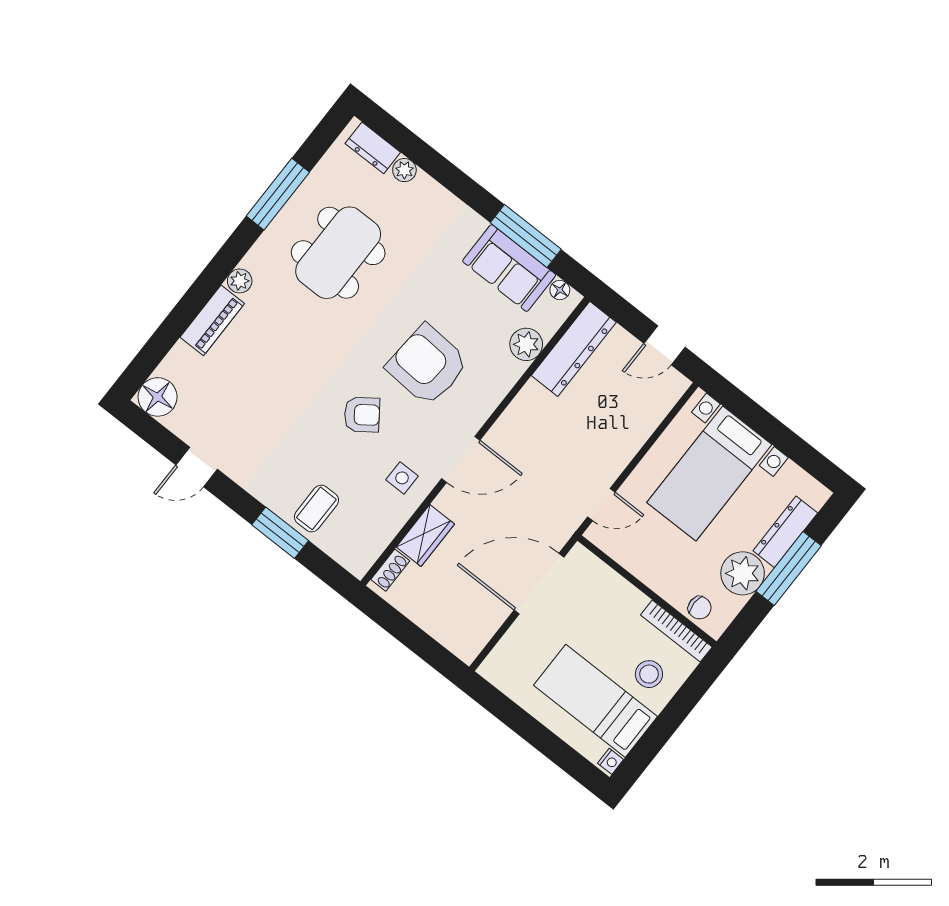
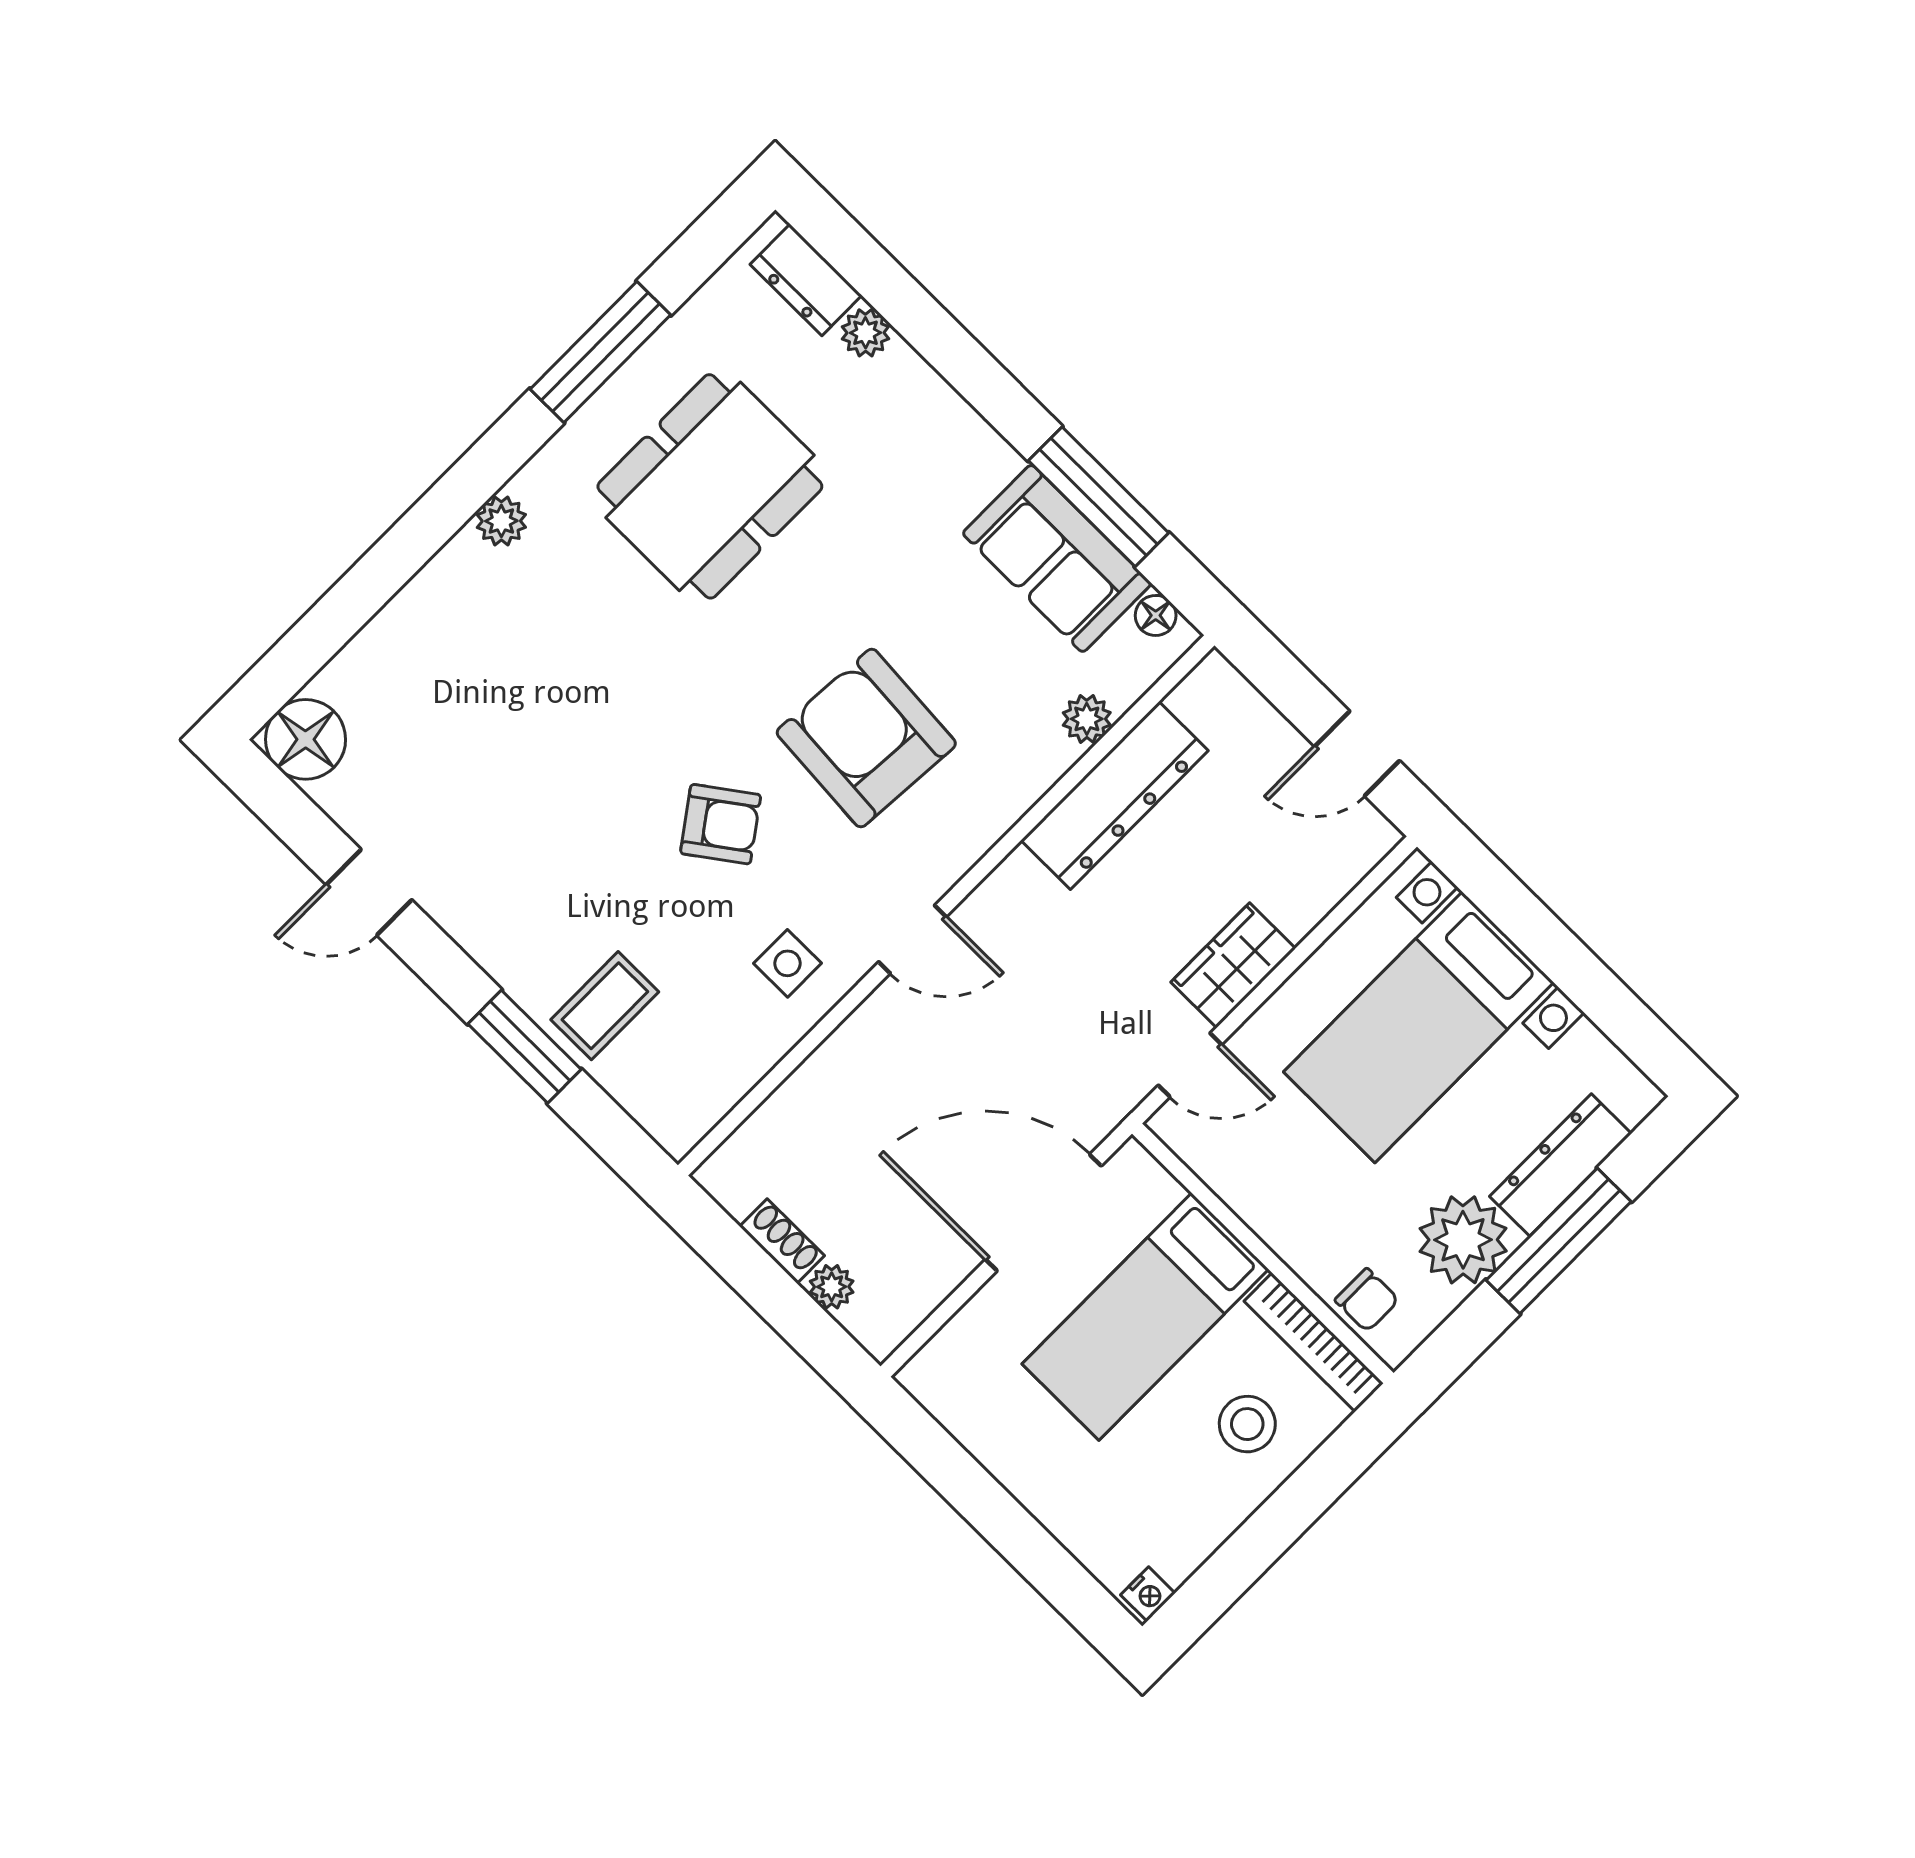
piano: (212, 320) -> (436, 595), removed
plant: (526, 344) -> (1087, 719), width x0.73, depth x0.73
dresser: (574, 349) -> (1115, 795), moved
door: (461, 459) -> (912, 939), width x0.73
wardrobe: (425, 535) -> (1233, 965), moved, turned 180
shoe rack: (390, 570) -> (782, 1241), moved, turned -90
plant: (441, 631) -> (832, 1287), added
bed: (595, 701) -> (1145, 1317), moved, turned -90

